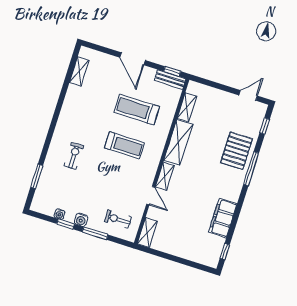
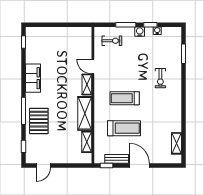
bench: (170, 80) -> (117, 159), moved
filing cabinet: (223, 218) -> (33, 78), moved
shelving: (147, 232) -> (87, 38), removed

